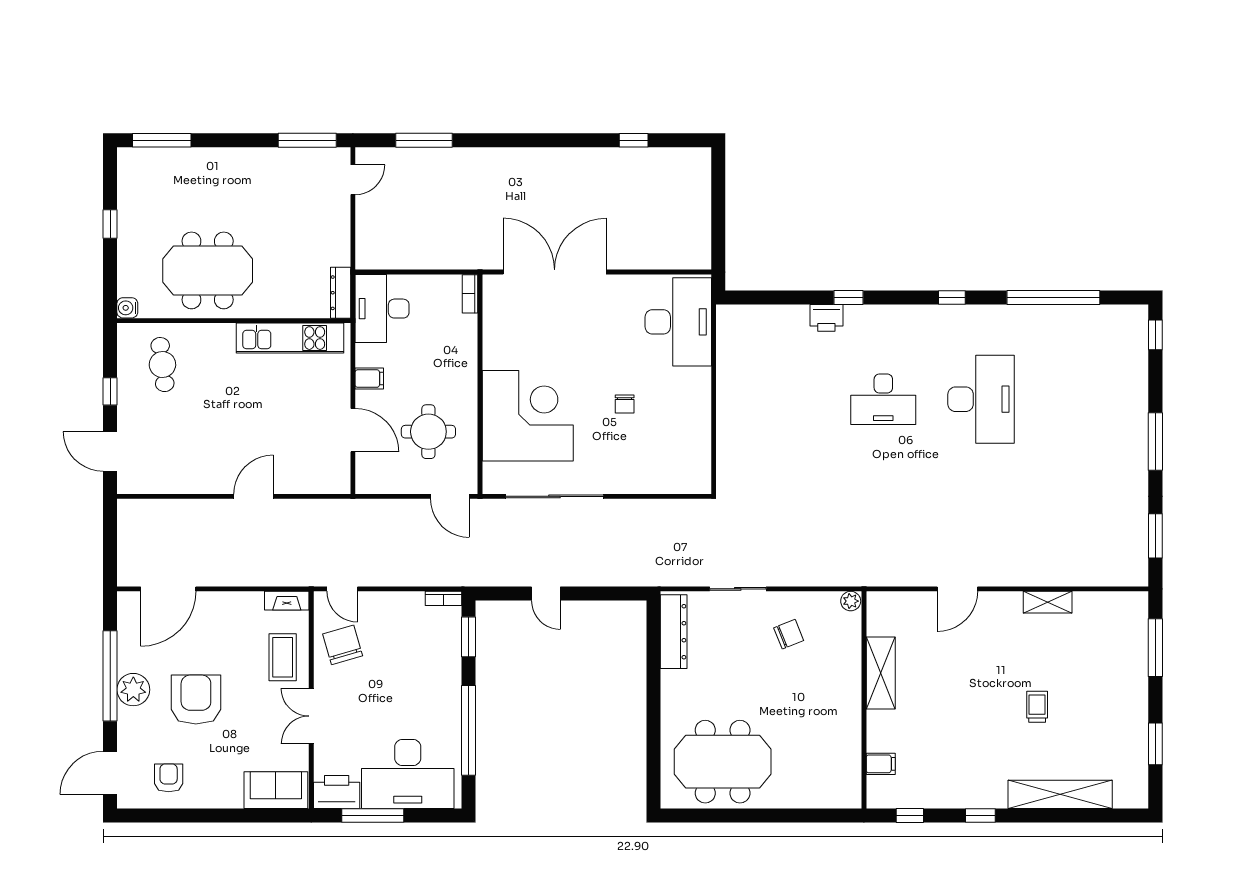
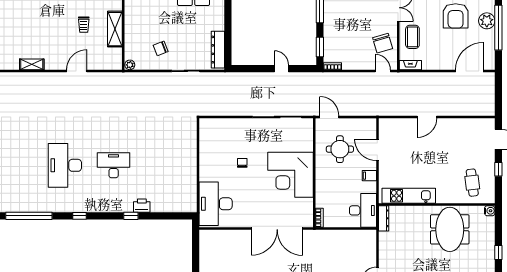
meeting table: (208, 270) -> (450, 229), turned 90
corner desk: (528, 416) -> (290, 175), moved
trolley: (1037, 707) -> (84, 25), moved

